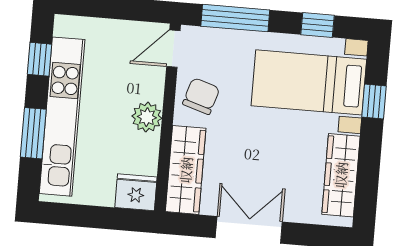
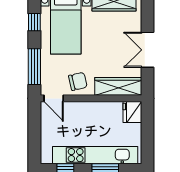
chair: (201, 96) -> (78, 81), turned 150
plant: (147, 117) -> (92, 110), removed

